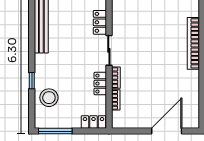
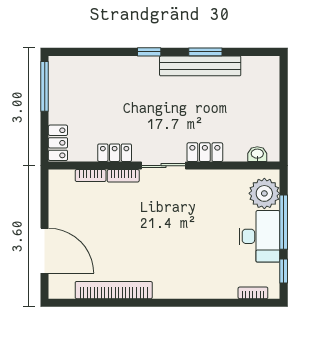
window: (32, 22) -> (205, 52), added
bookcase: (193, 43) -> (114, 290), moved
window: (32, 81) -> (149, 52), moved
stool: (49, 98) -> (94, 77), removed

